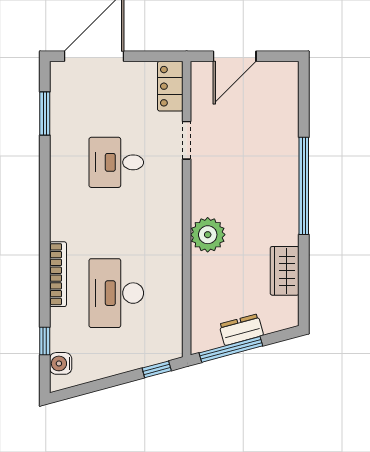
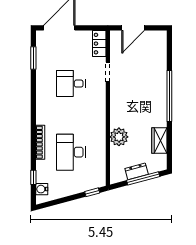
plant: (208, 235) -> (119, 137), moved
window: (231, 349) -> (143, 178), moved

